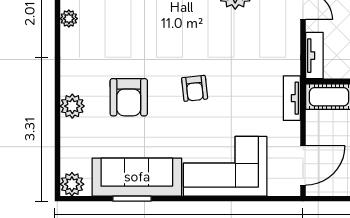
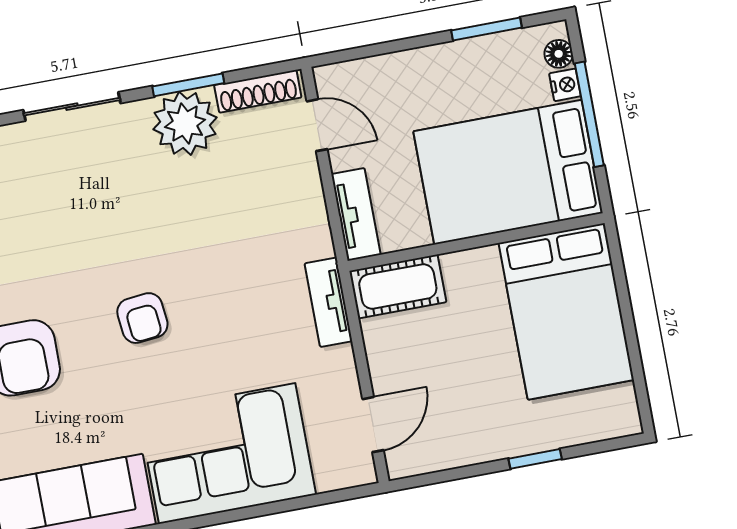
door: (303, 165) -> (373, 425), width x0.73

